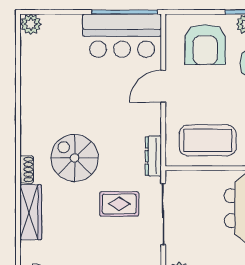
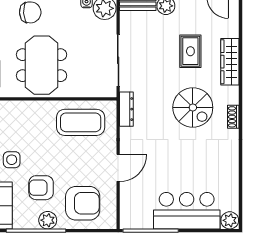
bar counter: (122, 36) -> (187, 211), moved
armchair: (205, 44) -> (83, 203), turned 90
shoe rack: (27, 169) -> (233, 117), moved
rug: (119, 204) -> (190, 51), moved, turned 90

